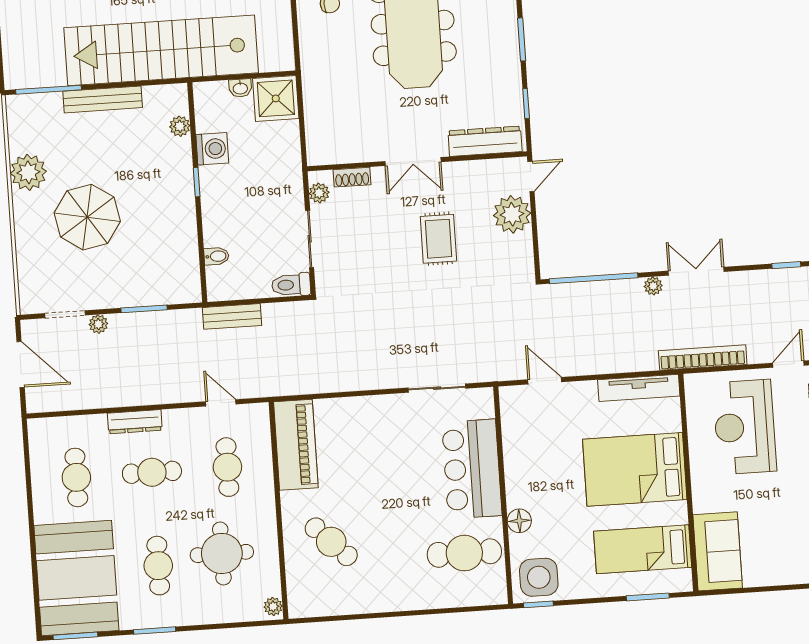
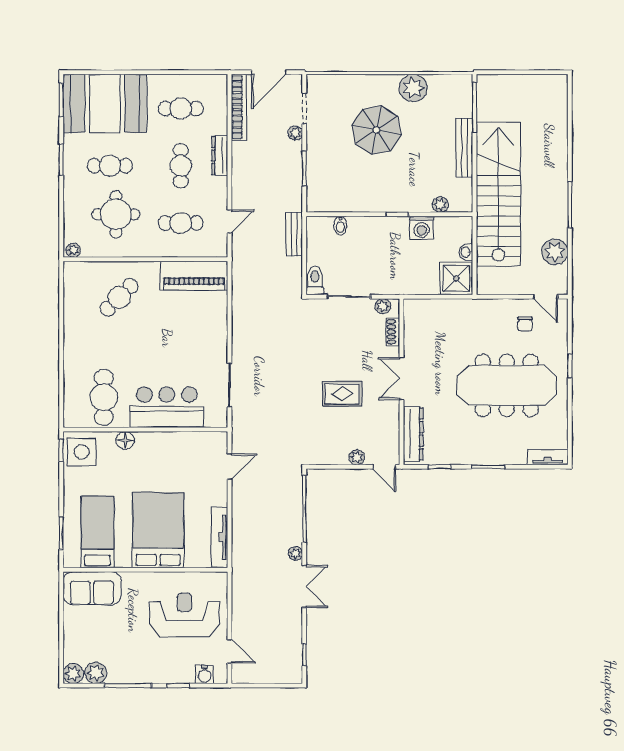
plant: (512, 214) -> (357, 457), width x0.53, depth x0.53
bookcase: (703, 358) -> (239, 107), moved

